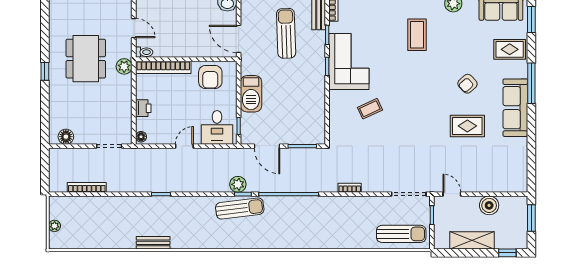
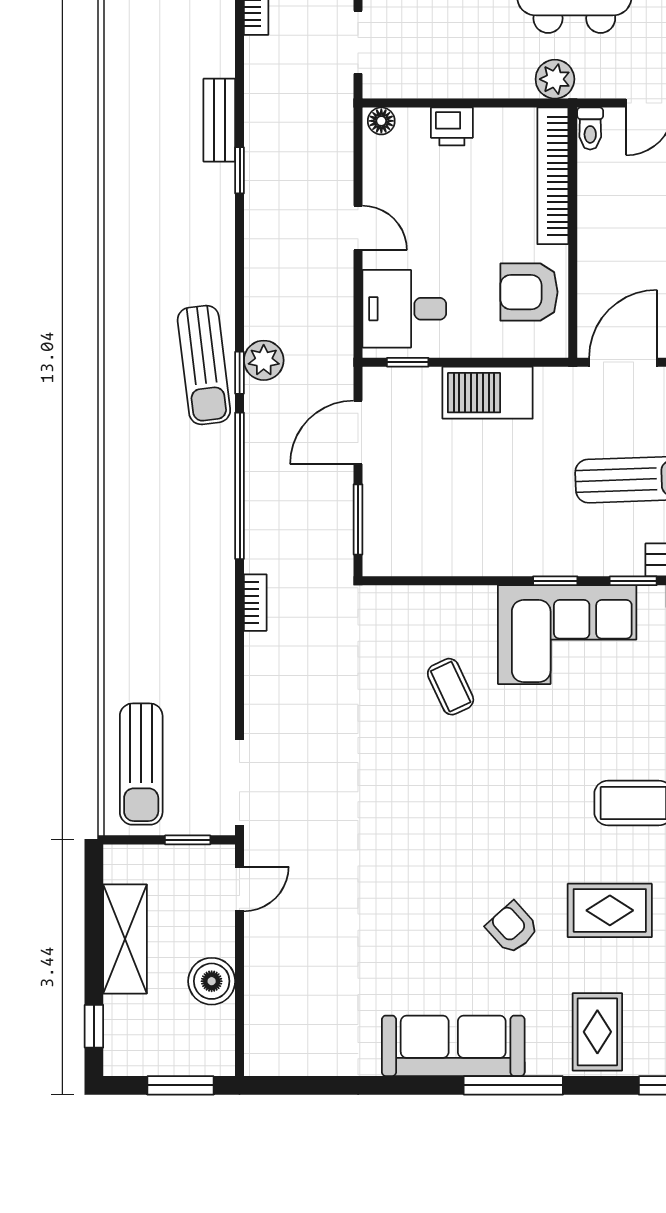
rug: (467, 126) -> (610, 910), moved, turned 90
bookcase: (350, 188) -> (255, 603), moved
bench: (153, 243) -> (219, 120), moved

